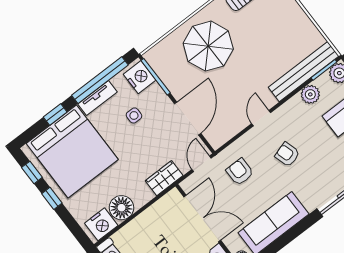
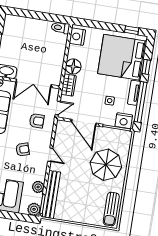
door: (202, 164) -> (58, 108), hinge flipped
window: (52, 198) -> (111, 27), removed
floor lamp: (122, 208) -> (73, 66), moved

